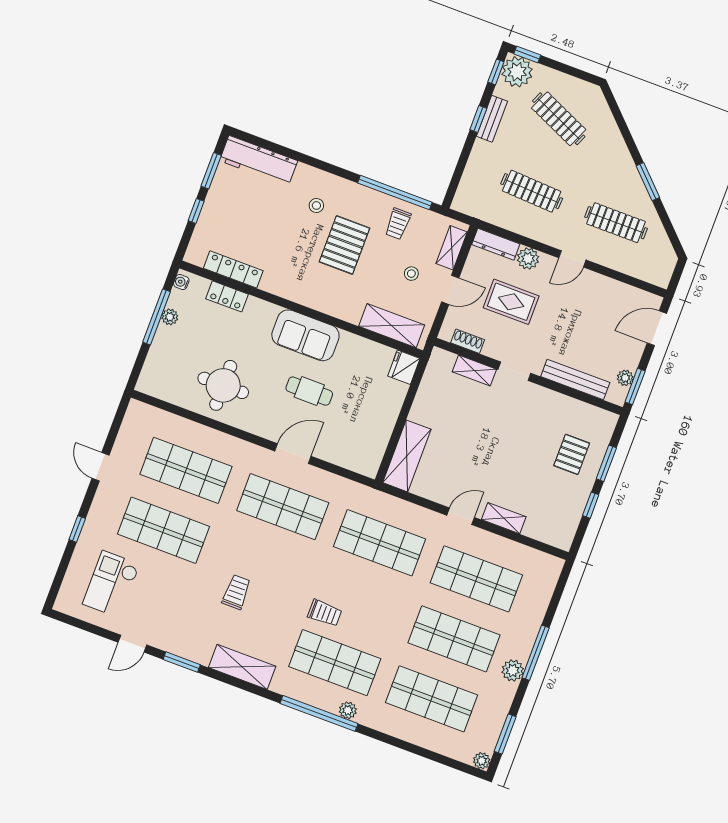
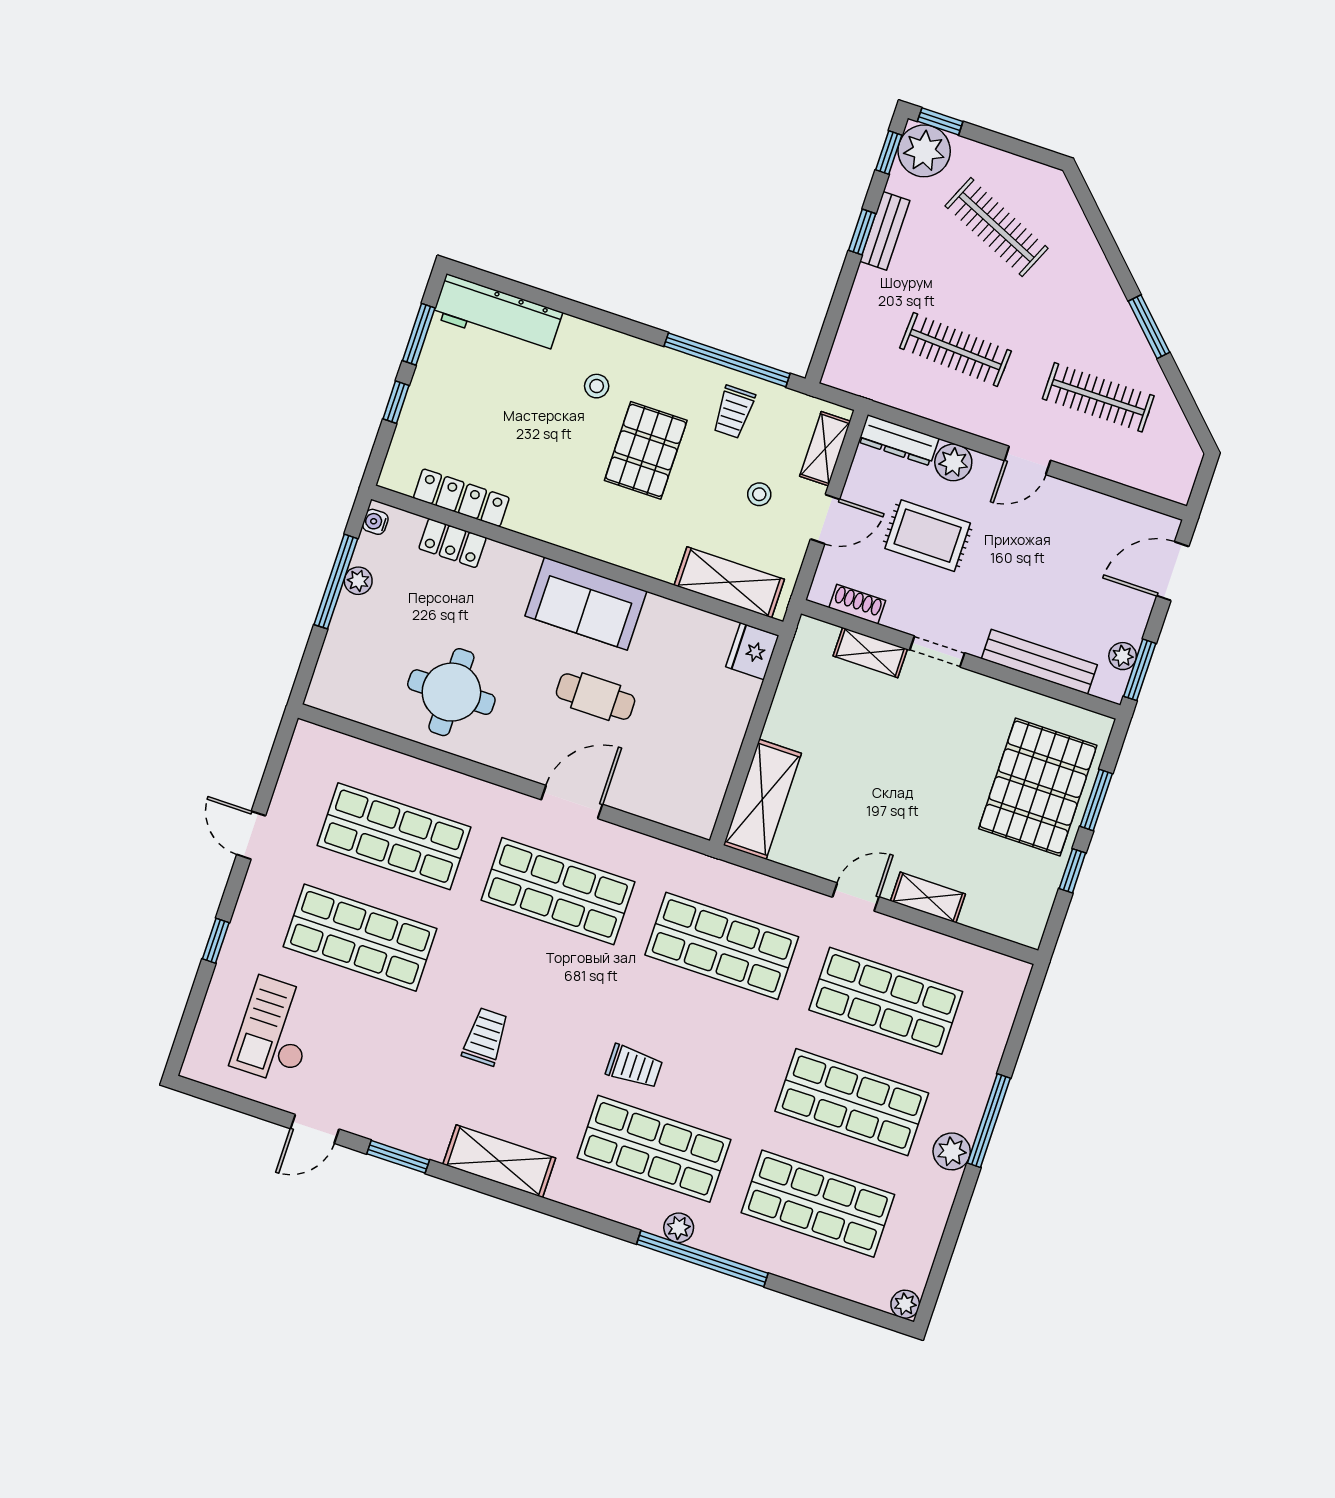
pallet: (572, 454) -> (1038, 787), width x2.05, depth x2.00
window: (319, 713) -> (702, 1259), moved
window: (505, 734) -> (943, 1258), removed

